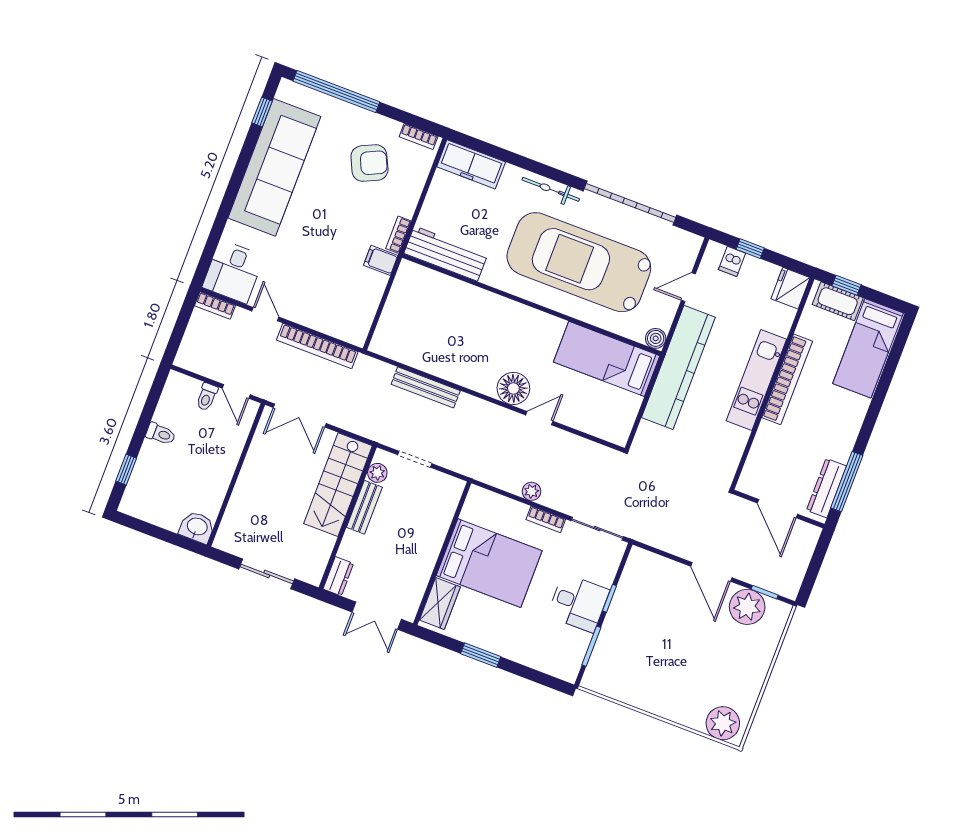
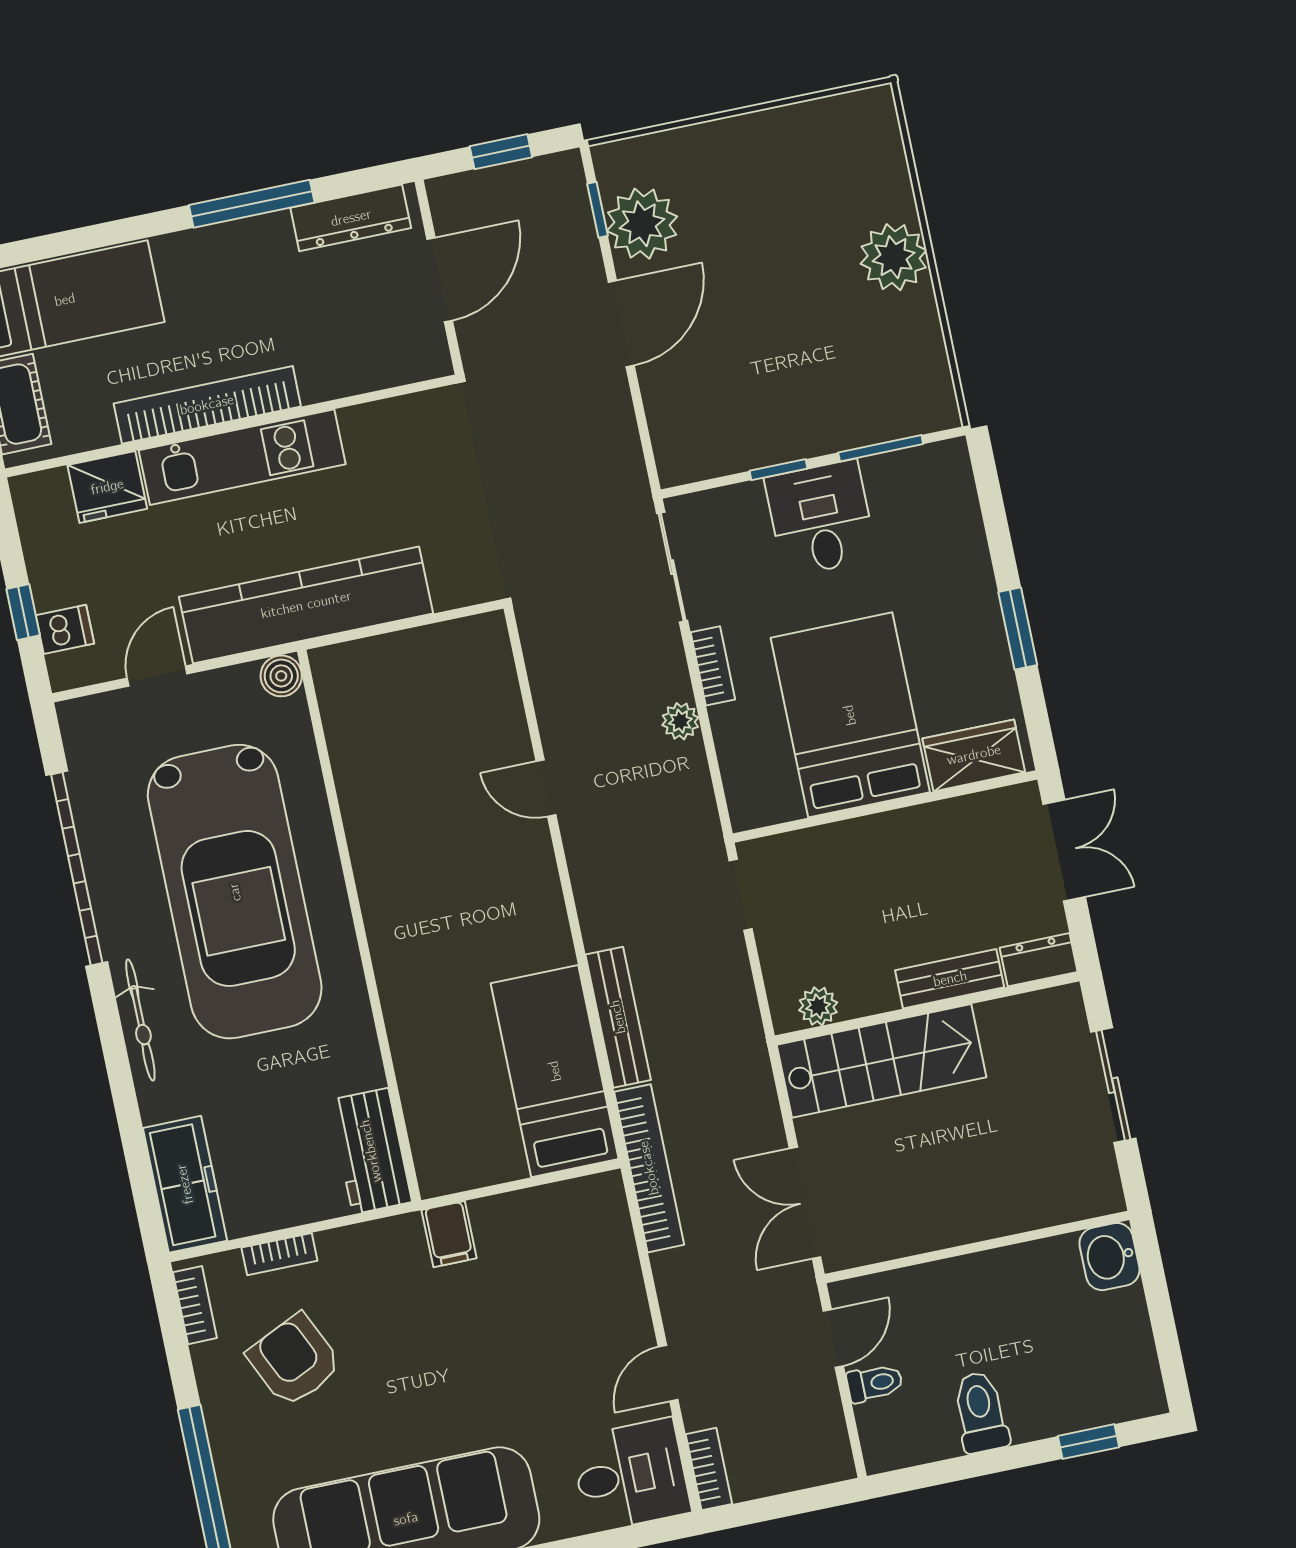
bookcase: (398, 235) -> (279, 1254), moved
workbench: (446, 254) -> (371, 1151), width x0.73
door: (688, 287) -> (157, 676), swing flipped
fridge: (790, 288) -> (107, 487), moved
bookcase: (317, 346) -> (649, 1168), moved
bed: (607, 359) -> (555, 1071), moved, turned 180
floor lamp: (513, 388) -> (524, 865), removed
double door: (300, 416) -> (805, 1203), swing flipped
toilet: (161, 434) -> (981, 1412), width x1.37, depth x1.39
doorway: (415, 459) -> (741, 895), moved
window: (847, 482) -> (252, 204), moved
bench: (364, 507) -> (950, 979), moved
window: (814, 568) -> (501, 152), added
plant: (723, 723) -> (894, 257), moved

